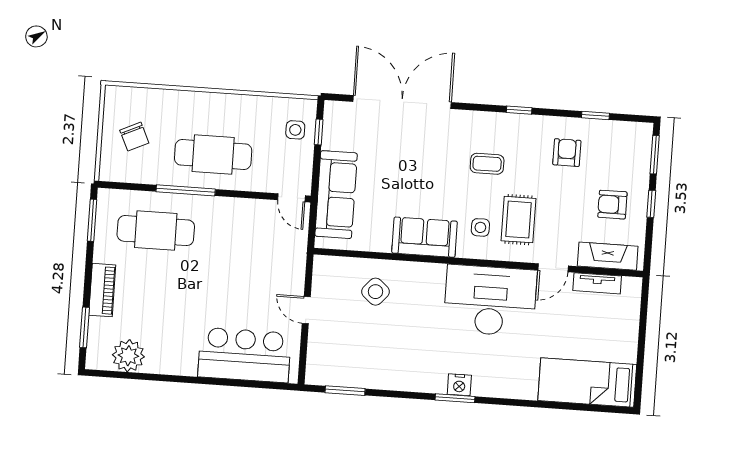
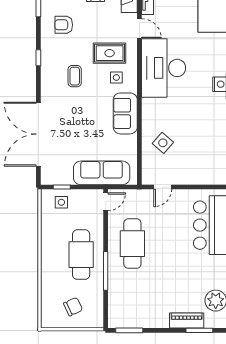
cafe table: (156, 231) -> (132, 244), moved
piano: (102, 290) -> (187, 321), moved
door: (306, 310) -> (163, 187), moved

